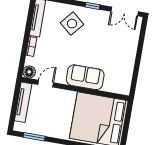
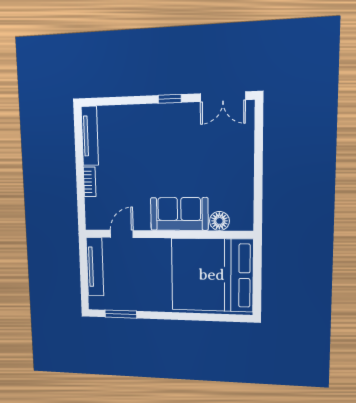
side table: (72, 24) -> (143, 134), removed
floor lamp: (29, 72) -> (219, 221), moved

